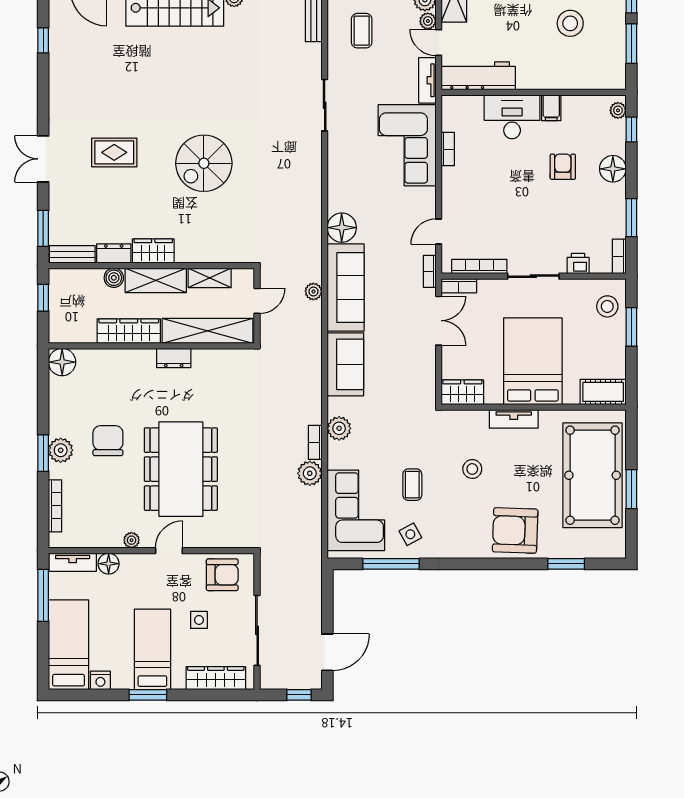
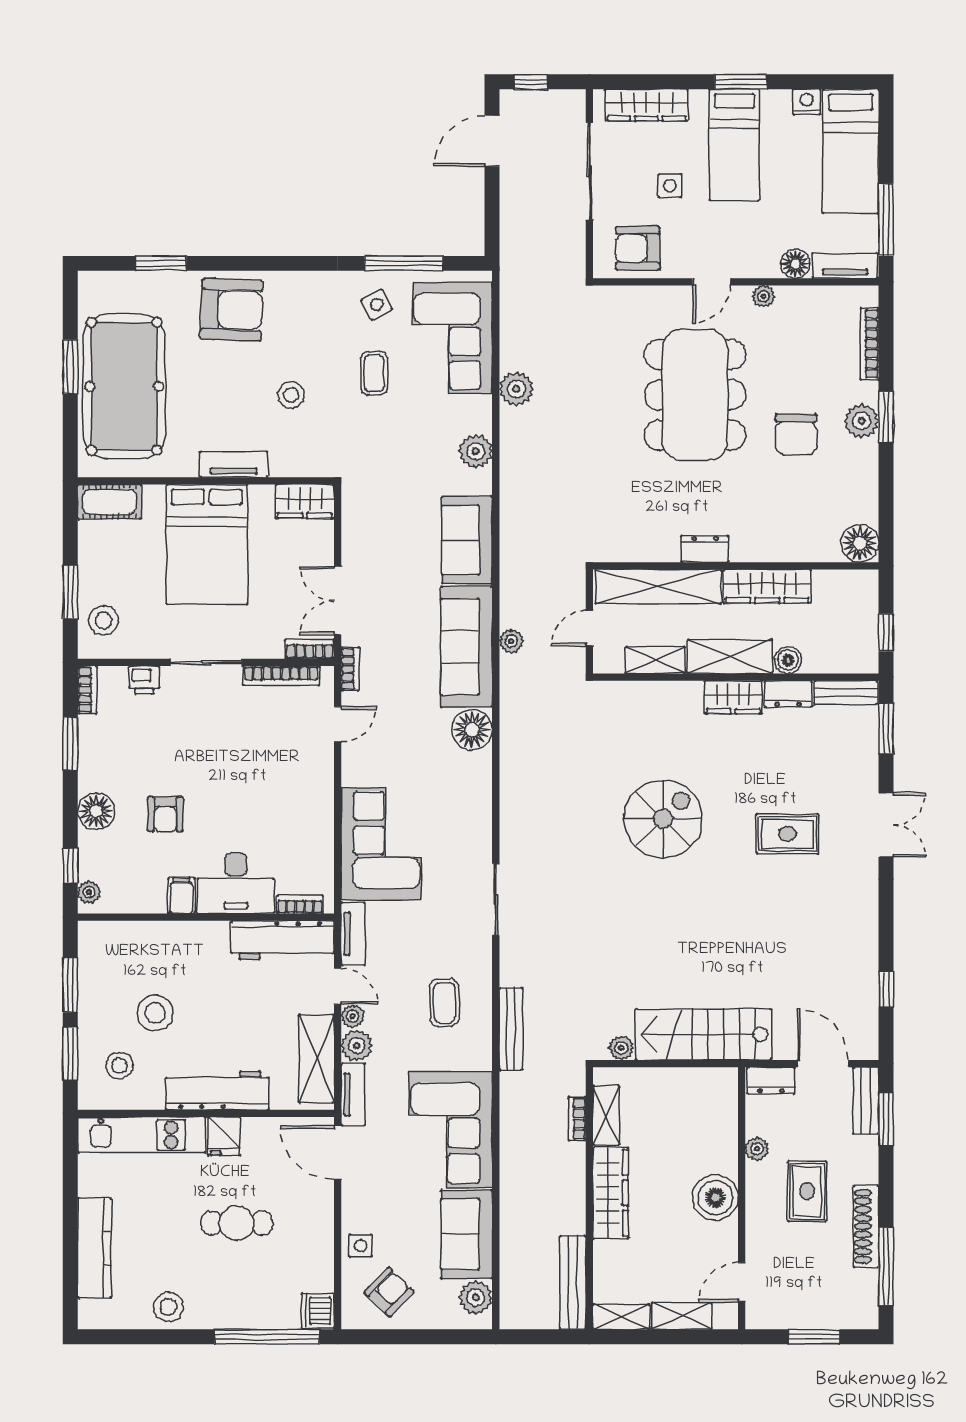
bookcase: (448, 149) -> (300, 904), moved, turned 90
bookcase: (315, 442) -> (509, 432), removed

